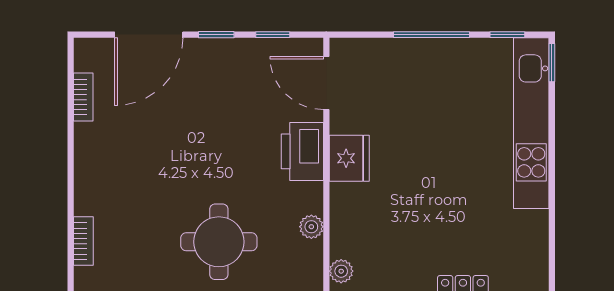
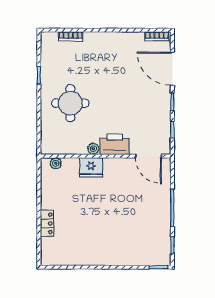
door: (326, 83) -> (148, 156), swing flipped
bookcase: (83, 97) -> (157, 36), moved
kitchen unit: (531, 123) -> (129, 257), removed
fridge: (349, 158) -> (91, 167), moved
plant: (311, 227) -> (93, 149), moved

